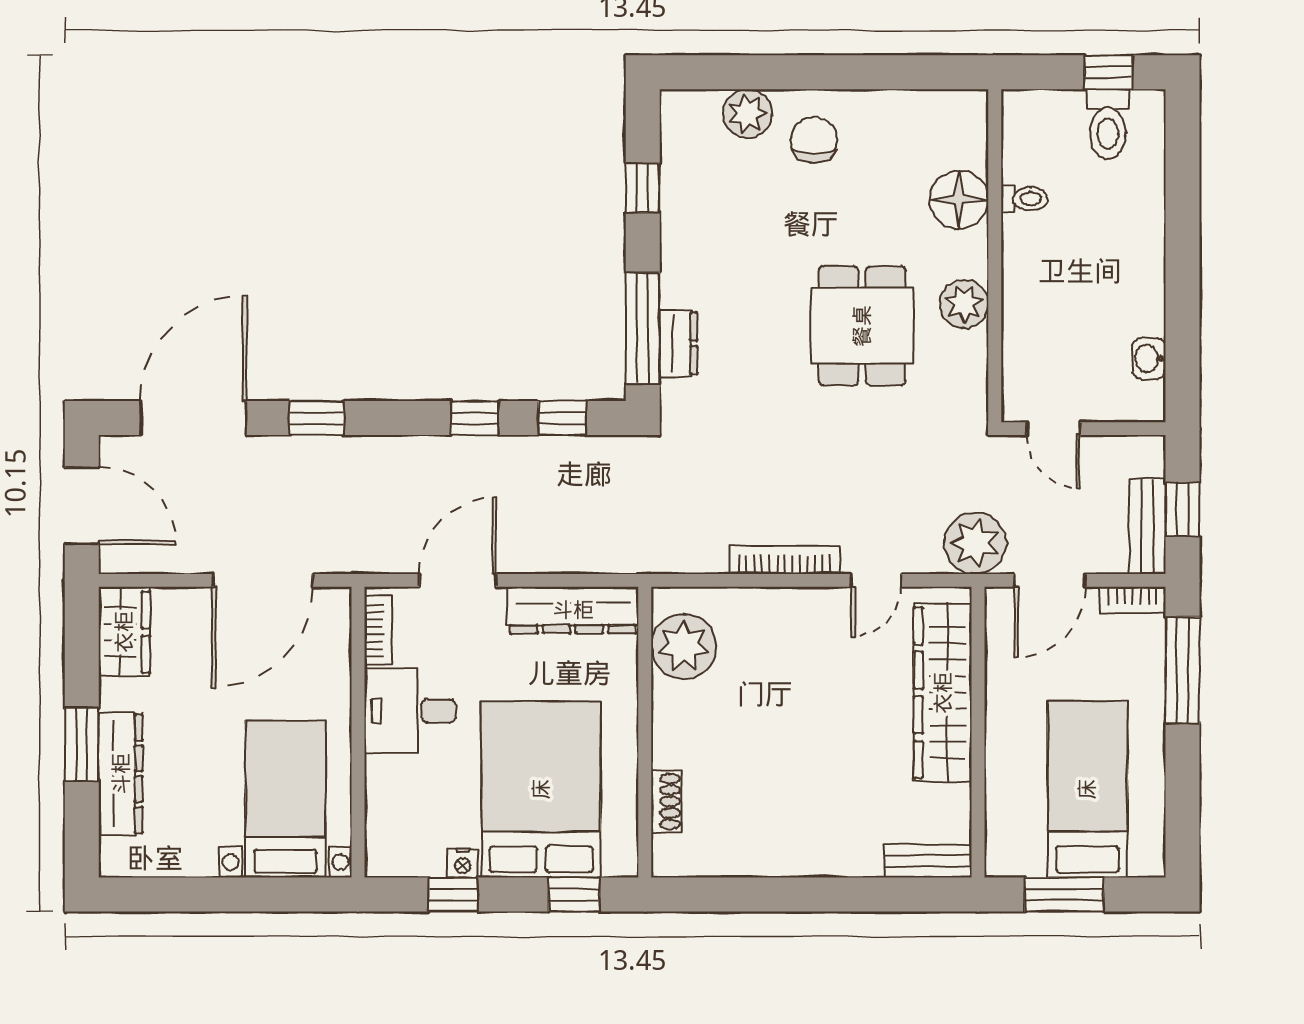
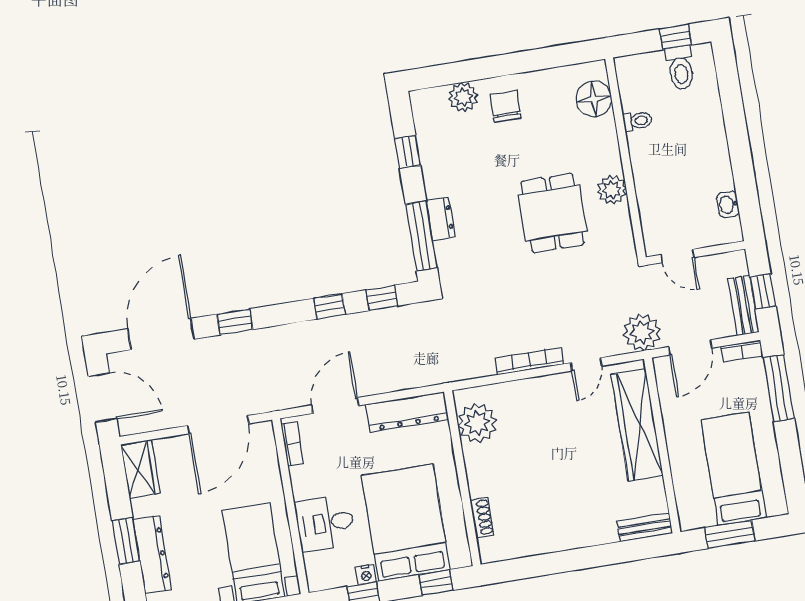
floor lamp: (959, 200) -> (594, 99), moved
dresser: (678, 343) -> (441, 218), moved
desk: (410, 711) -> (325, 523), moved

